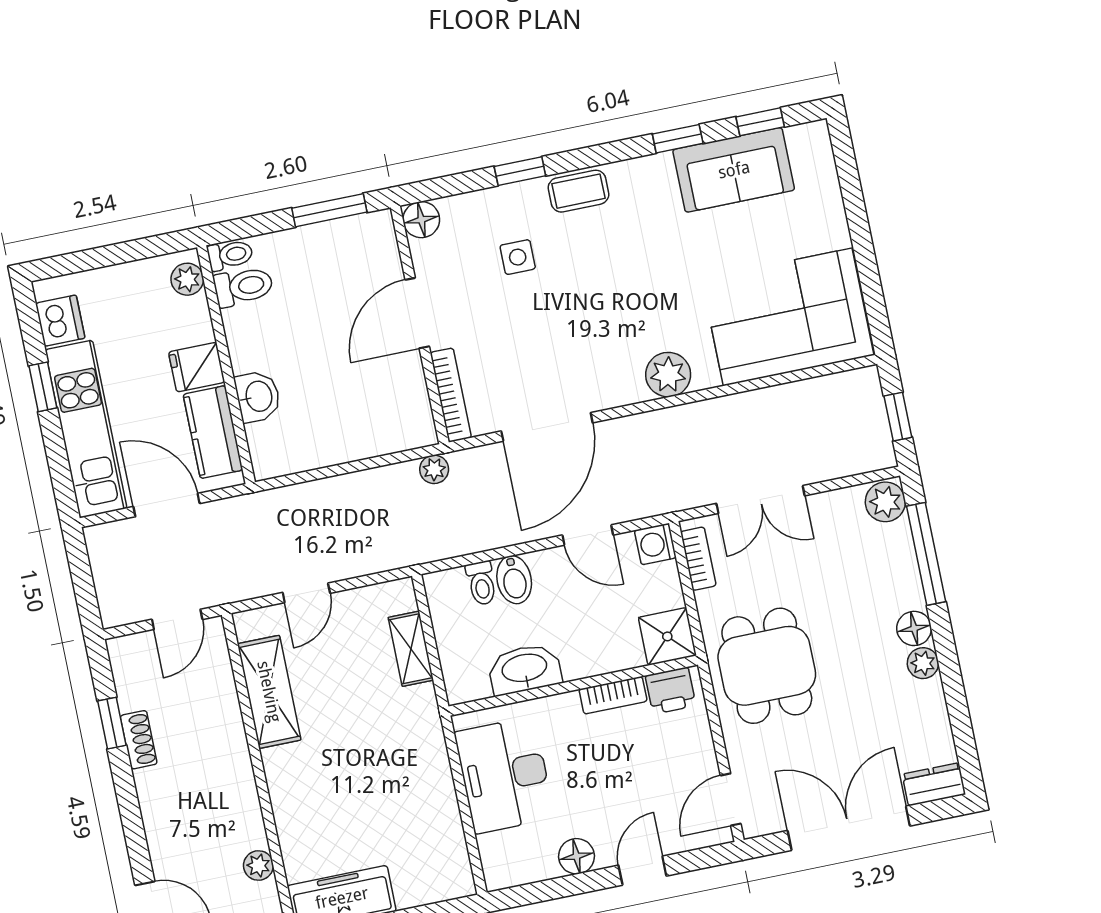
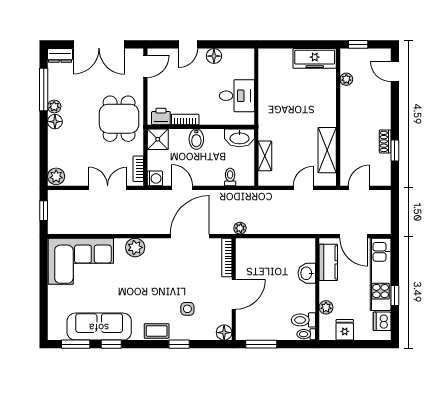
window: (760, 122) -> (76, 344), width x1.50
sofa: (734, 170) -> (99, 327), width x1.36
plant: (187, 279) -> (326, 307), moved
fridge: (197, 367) -> (345, 330), moved, turned -90
window: (926, 554) -> (44, 89), moved
bidet: (514, 580) -> (196, 139), moved, turned 180
washbasin: (525, 669) -> (239, 138), moved
desk: (504, 775) -> (237, 96), width x0.73

